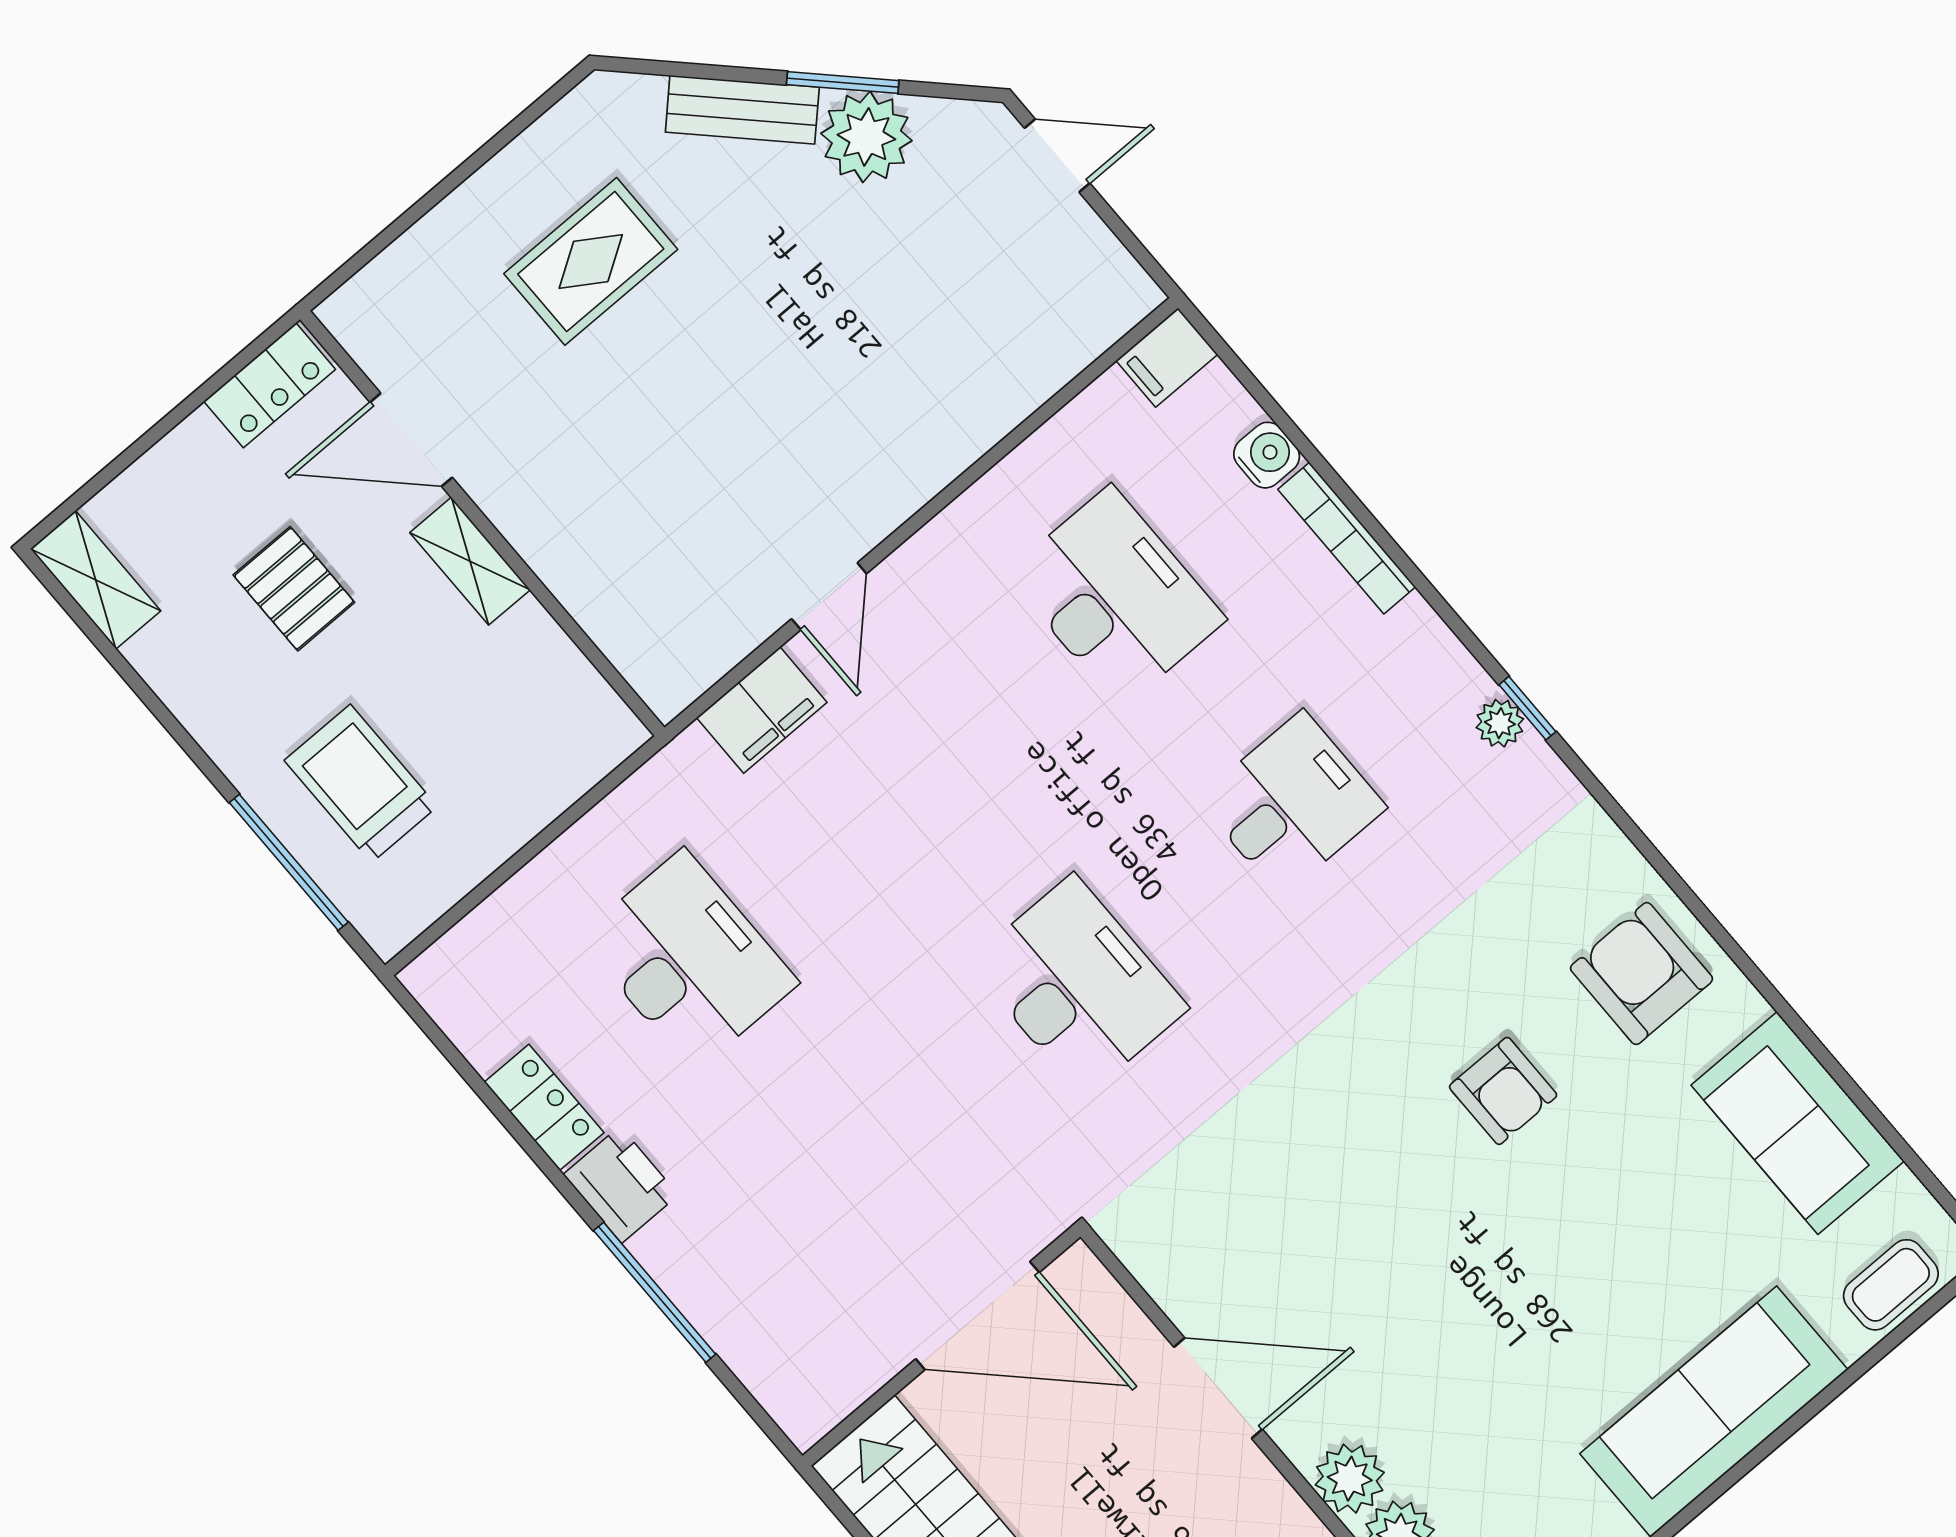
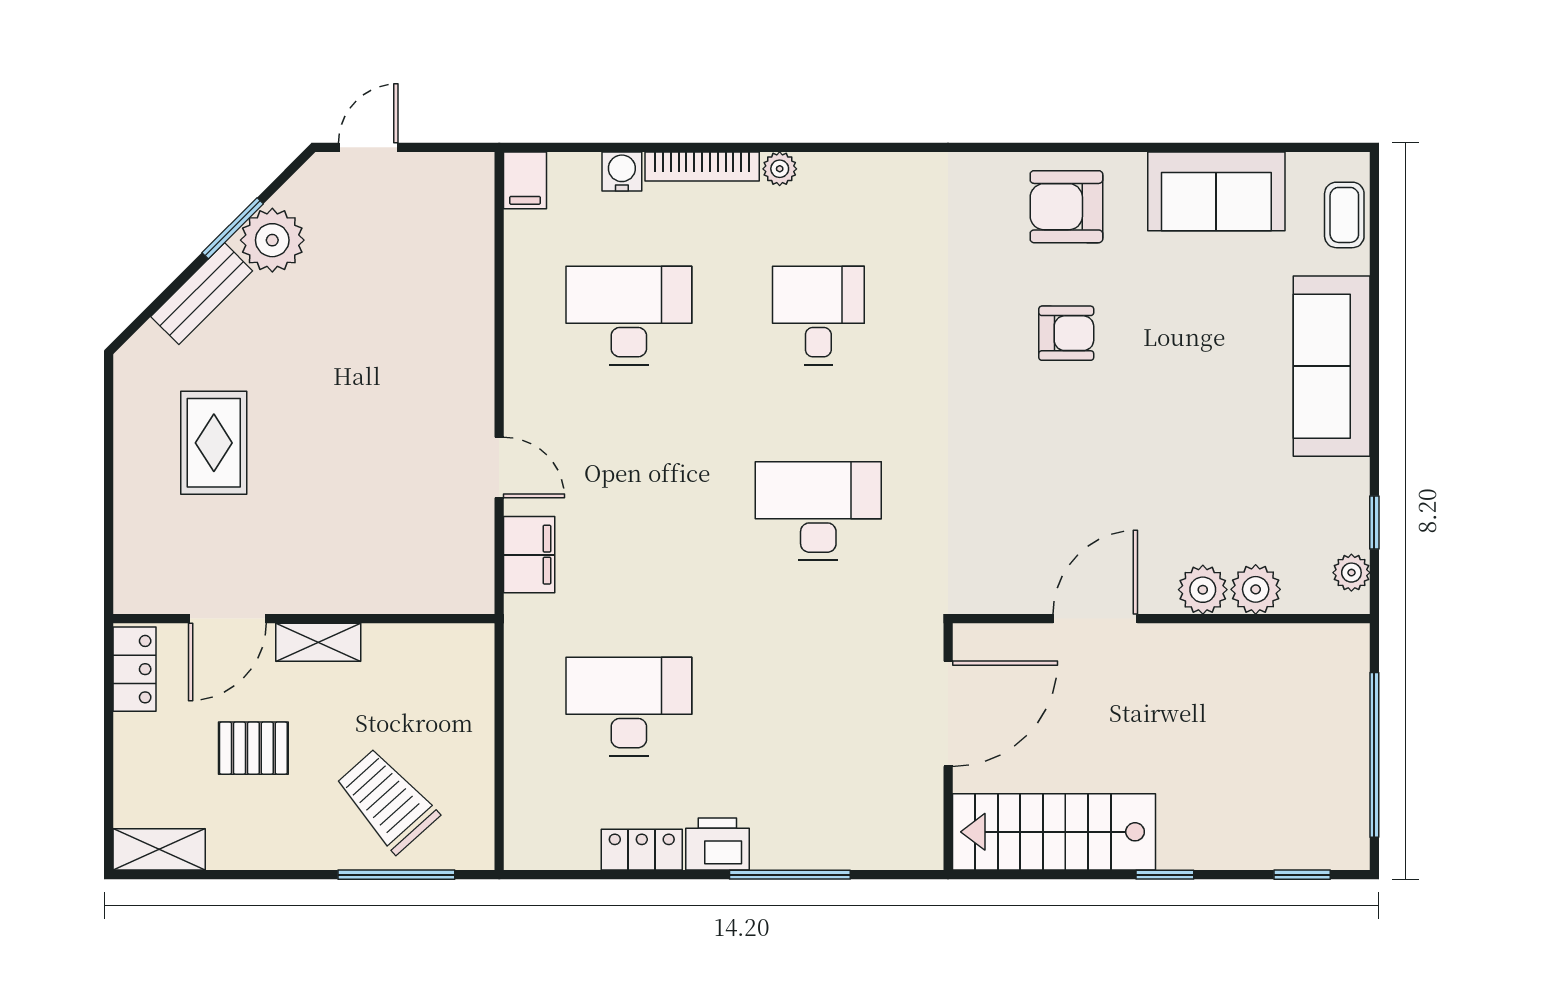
window: (1527, 708) -> (874, 147), removed
plant: (1500, 723) -> (780, 169), moved
trolley: (361, 783) -> (387, 801), turned 48

